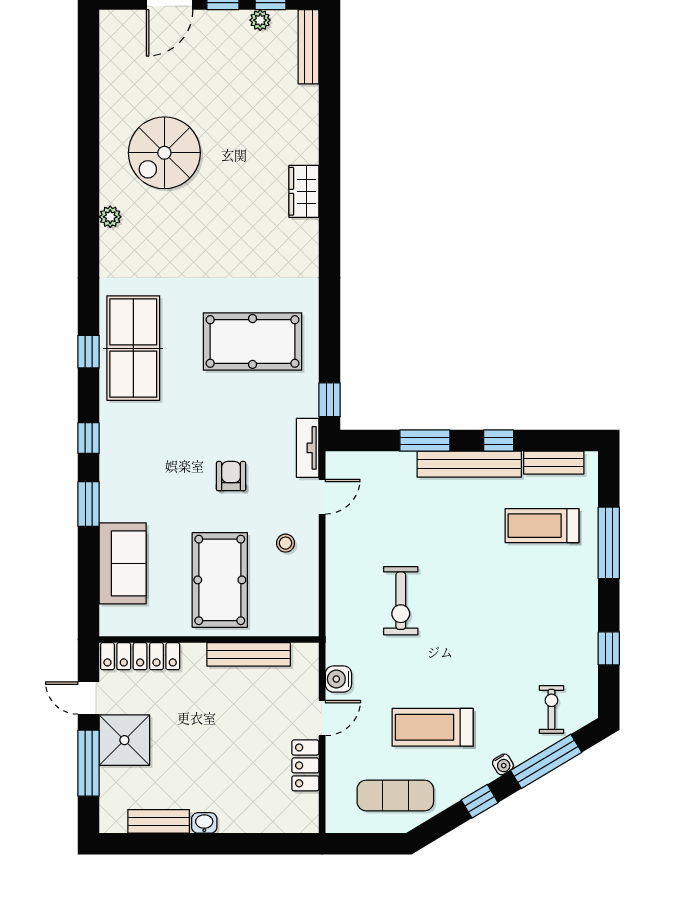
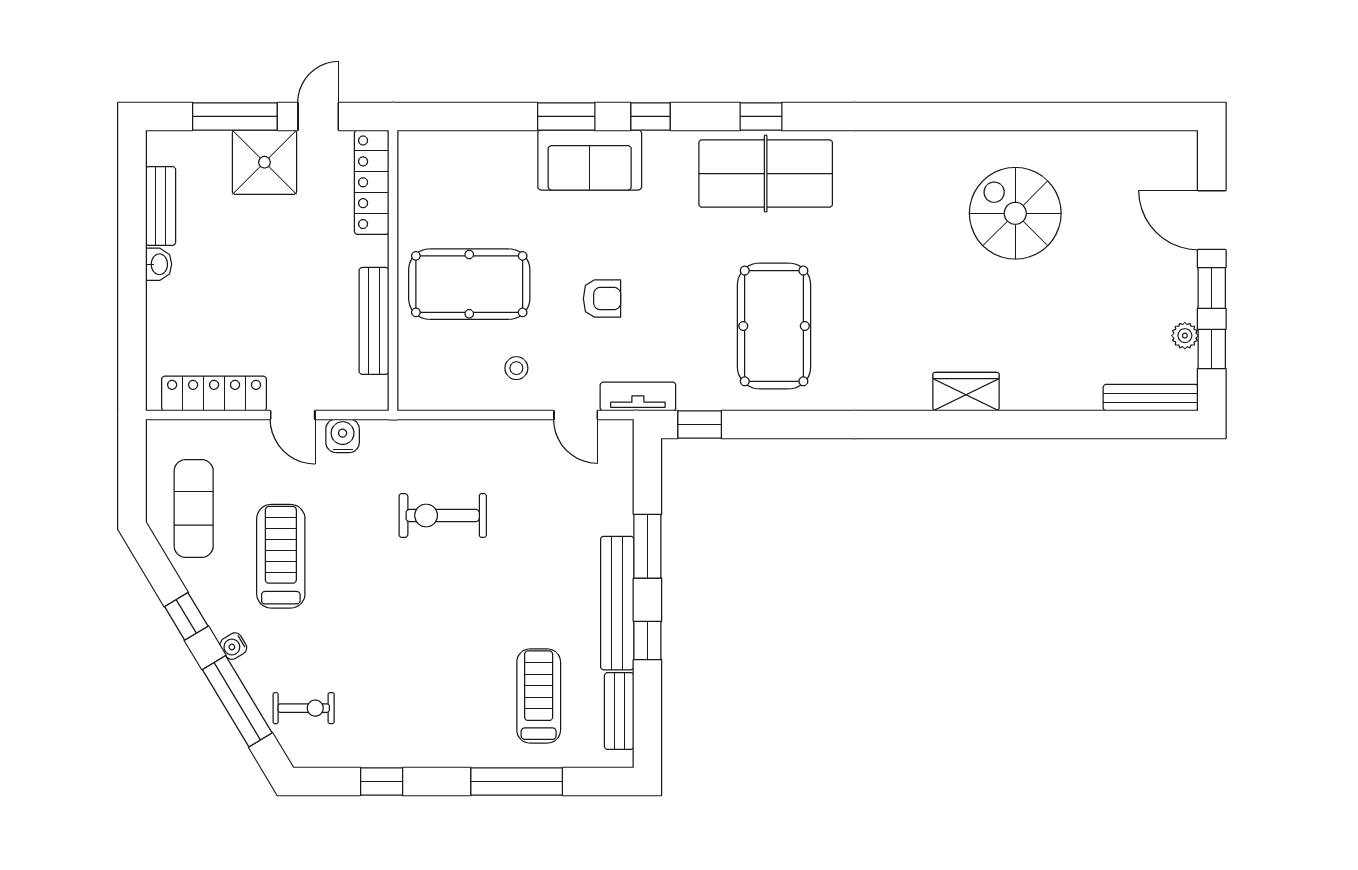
plant: (110, 217) -> (933, 144), removed
sofa: (123, 563) -> (590, 160), moved
locker: (305, 765) -> (214, 394), width x1.53

